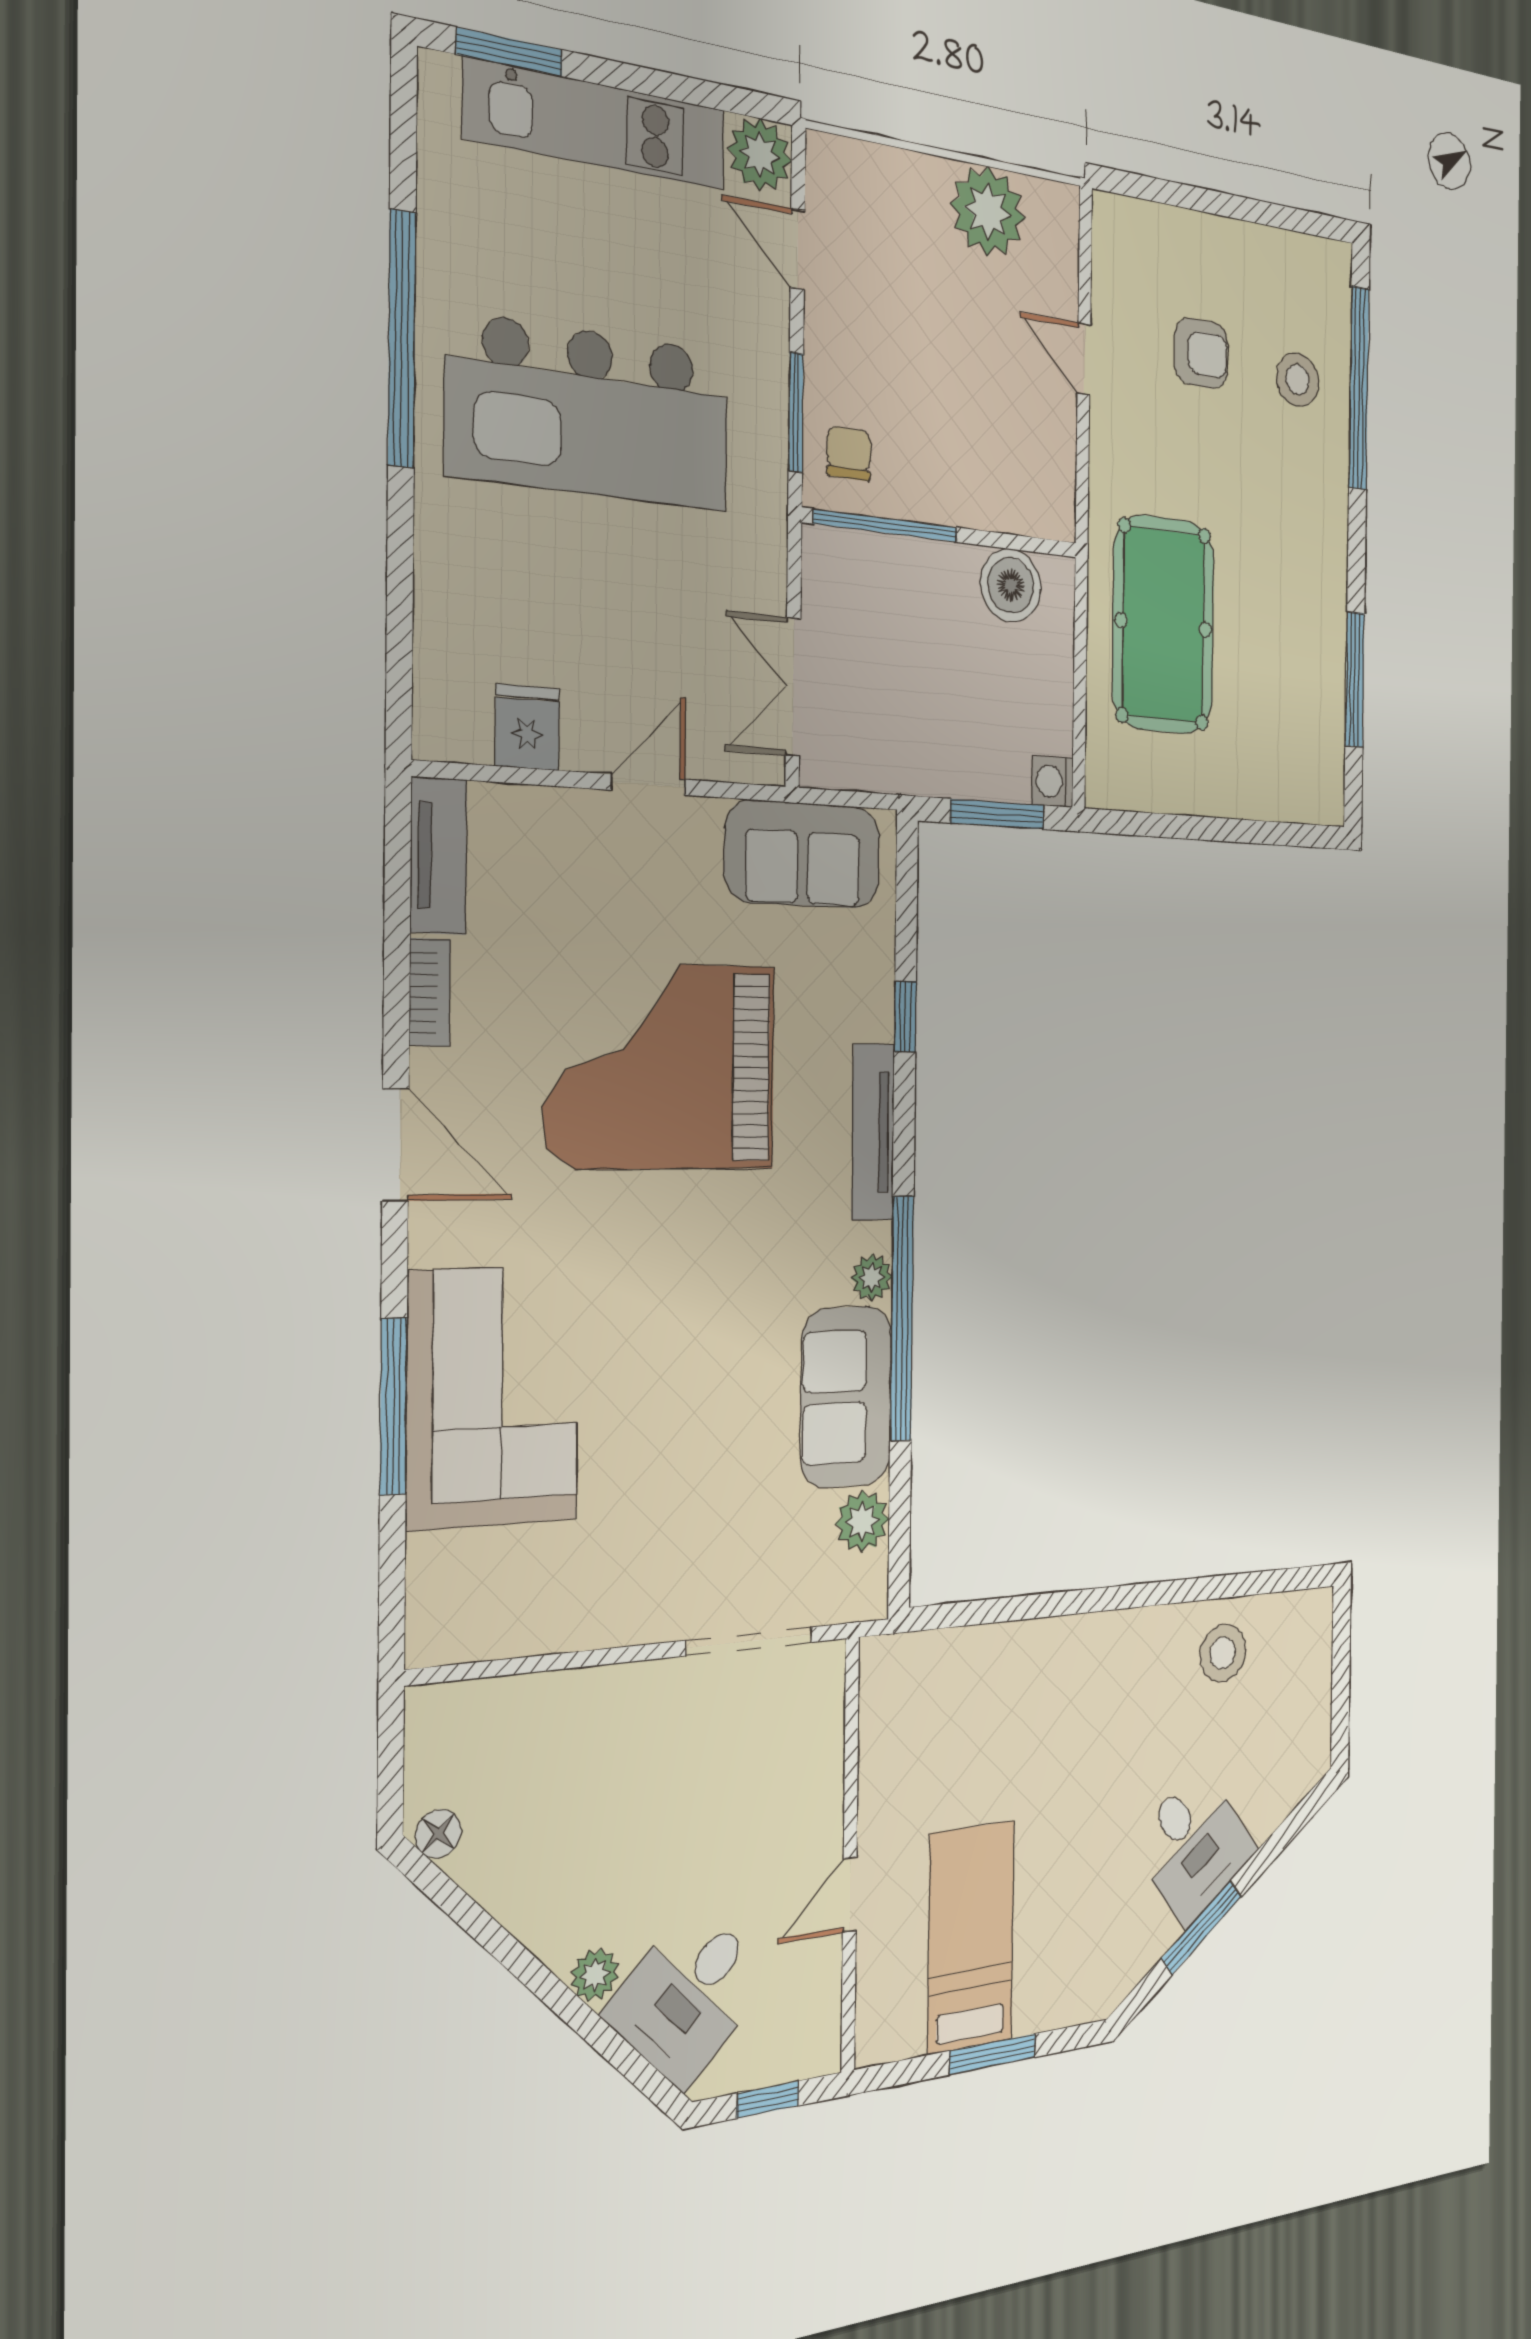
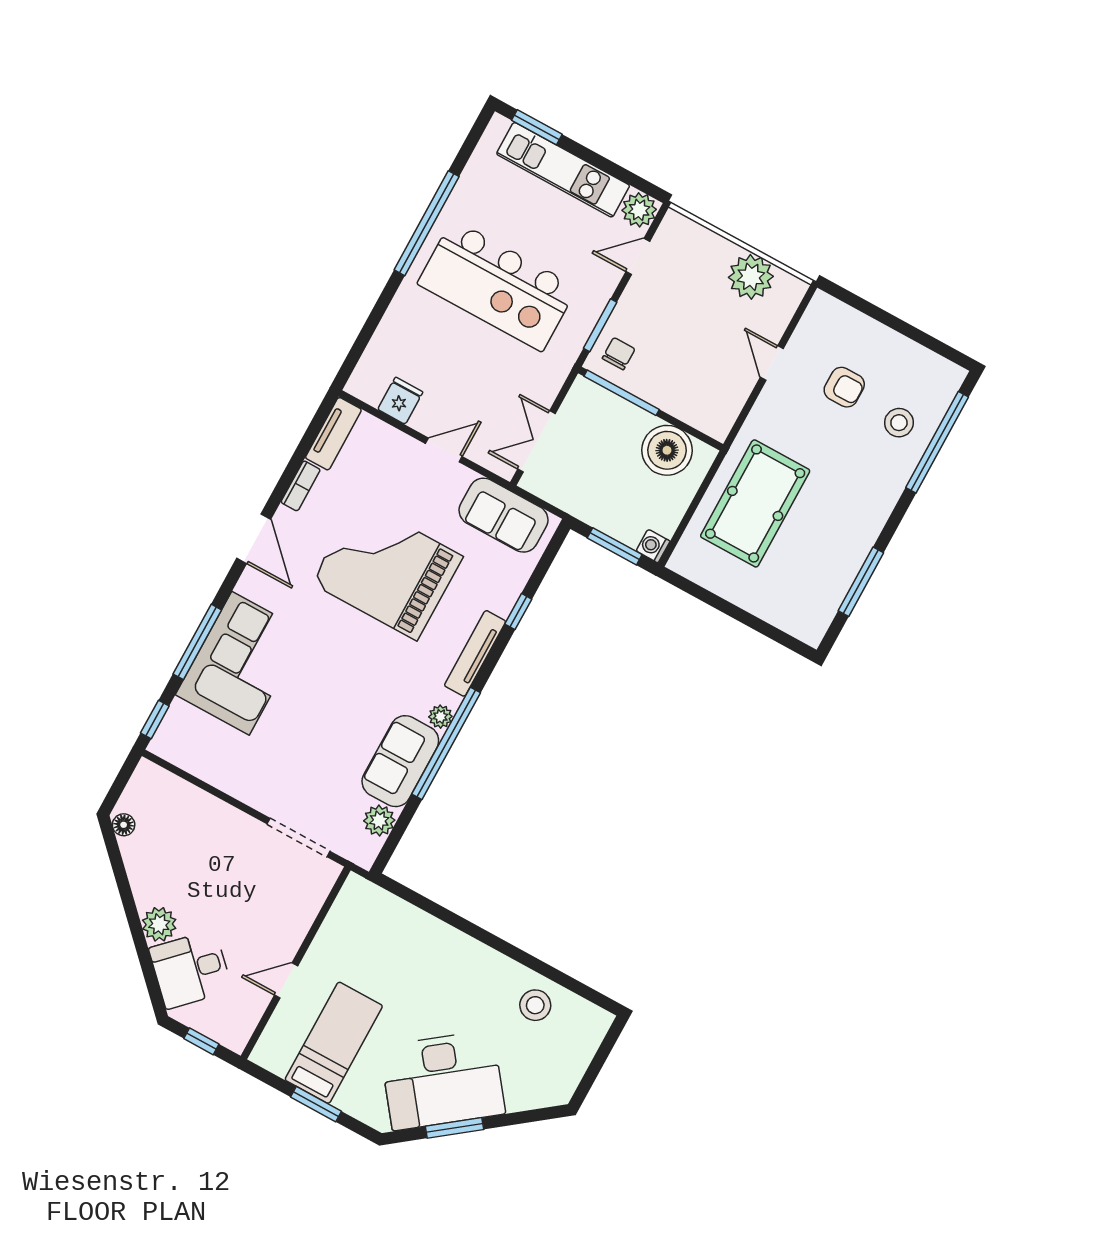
door: (798, 249) -> (638, 256), hinge flipped
boiler: (1011, 585) -> (667, 450), width x1.37, depth x1.37
window: (392, 1603) -> (155, 720), added
desk: (1193, 1846) -> (443, 1080), width x1.87, depth x1.30
plant: (595, 1975) -> (159, 924), width x1.38, depth x1.38

